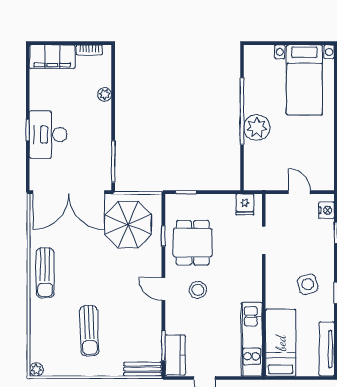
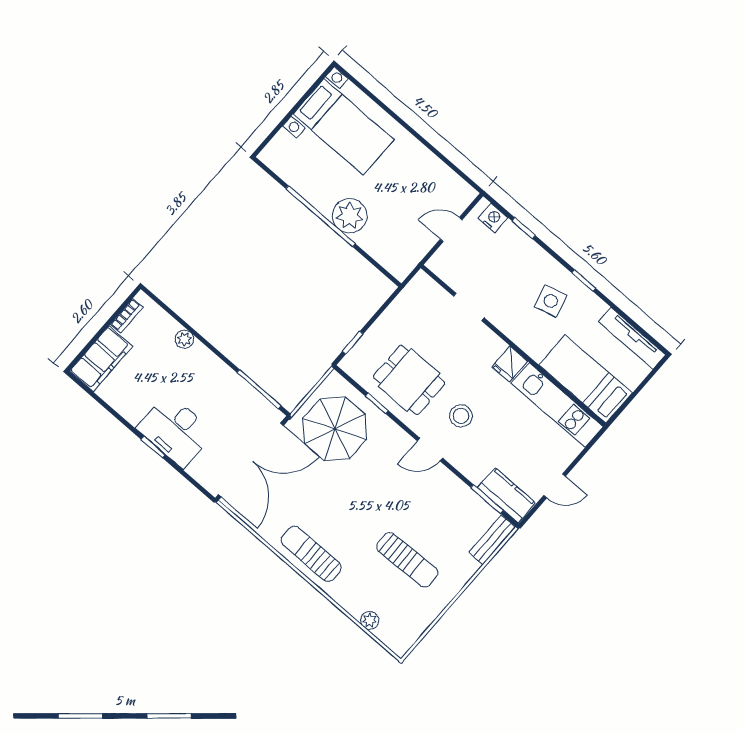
fridge: (245, 204) -> (510, 364), moved, turned 90
sun lounger: (45, 273) -> (311, 554), turned 180
plant: (36, 369) -> (370, 620), moved

